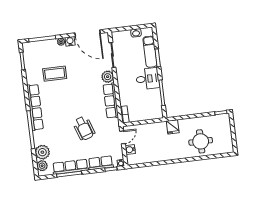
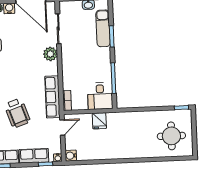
desk: (148, 79) -> (100, 96), moved, turned 90
row of seats: (111, 101) -> (52, 97), moved
fridge: (173, 127) -> (99, 121), moved
round table: (201, 141) -> (171, 136), moved
water cooler: (130, 150) -> (71, 156), moved

